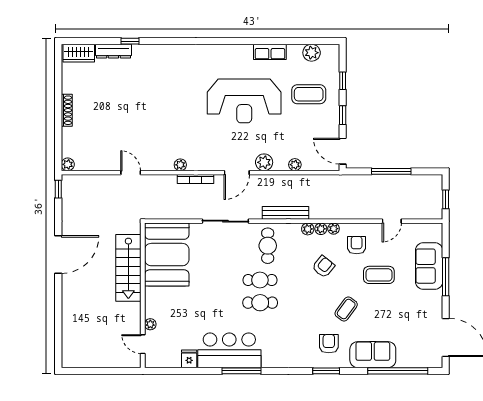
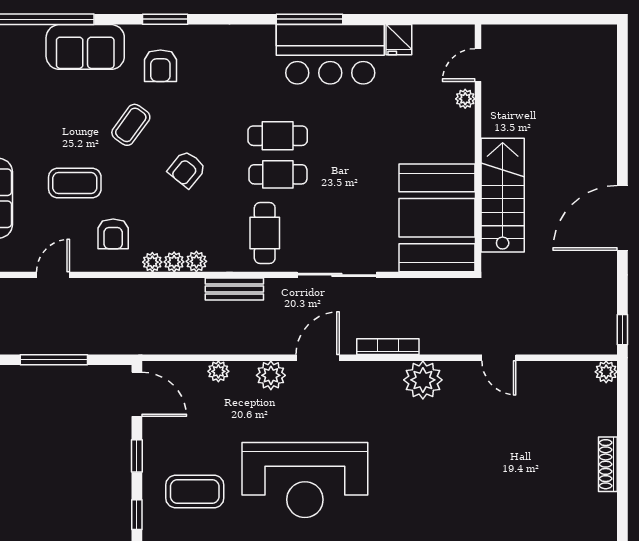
reception desk: (244, 101) -> (305, 480), turned 180
plant: (180, 165) -> (423, 380), width x1.87, depth x1.87
bench: (285, 213) -> (234, 289), width x0.73
armchair: (323, 267) -> (187, 169), moved
door: (143, 344) -> (478, 65), swing flipped

